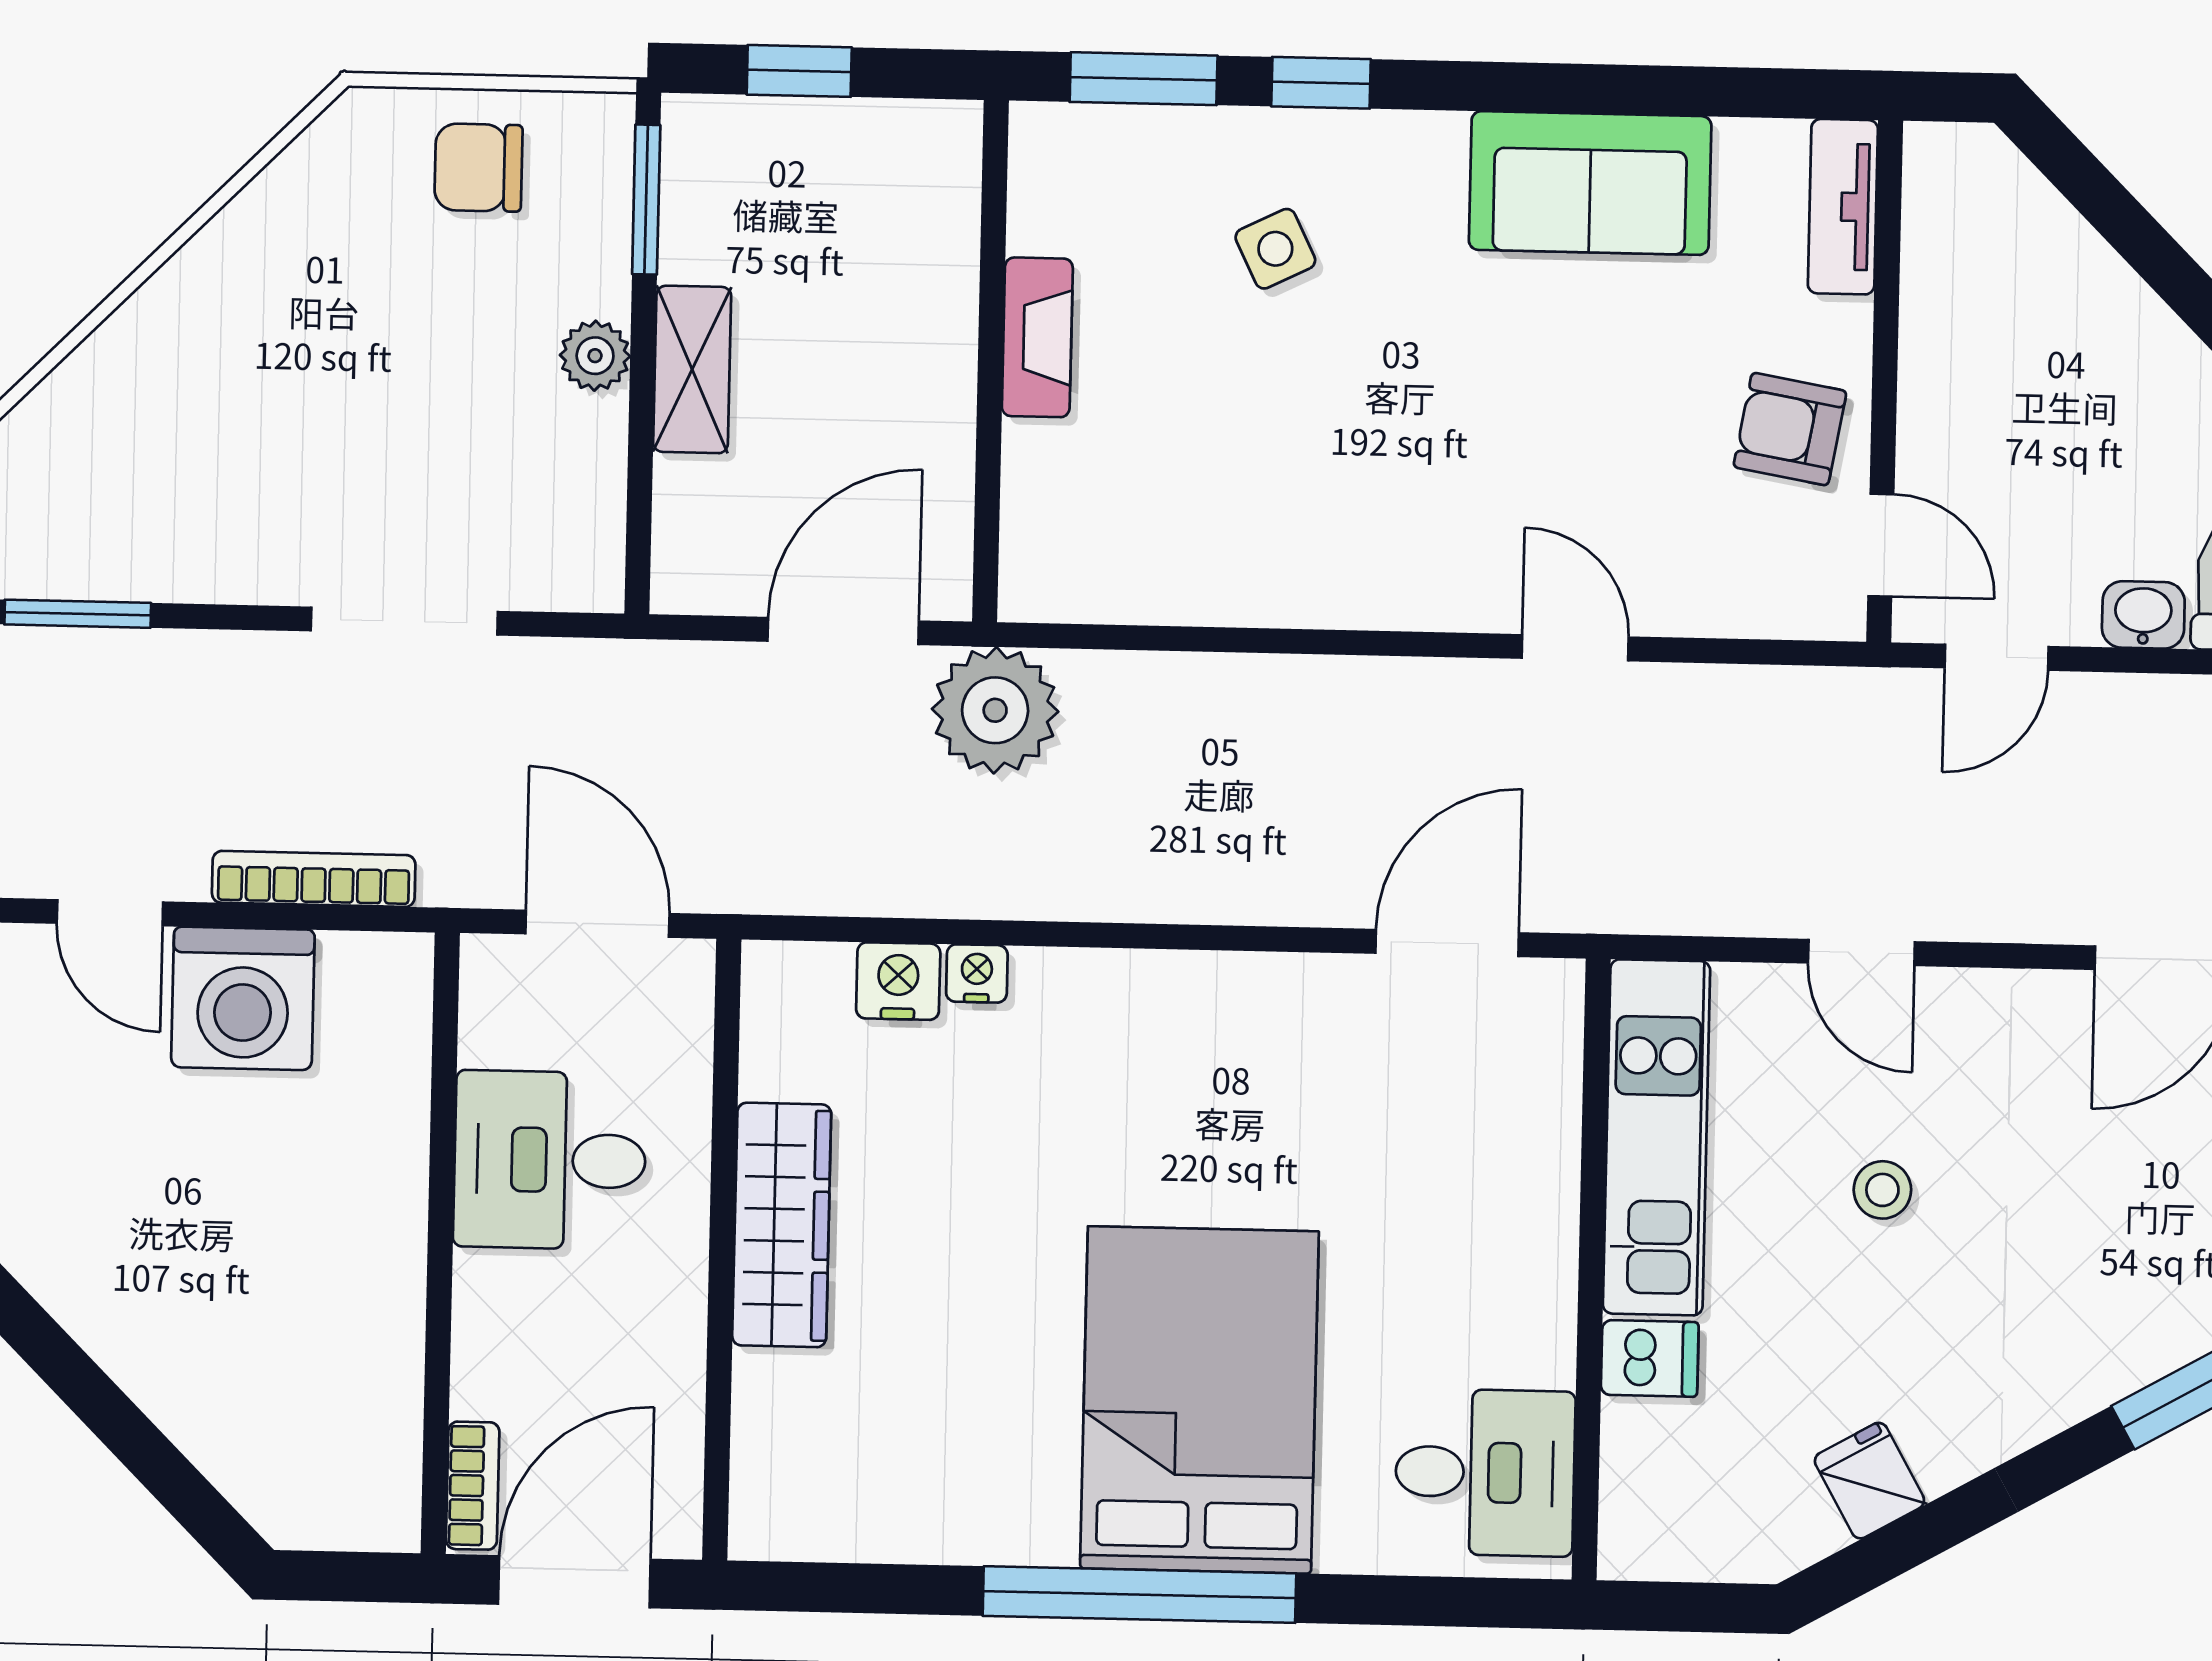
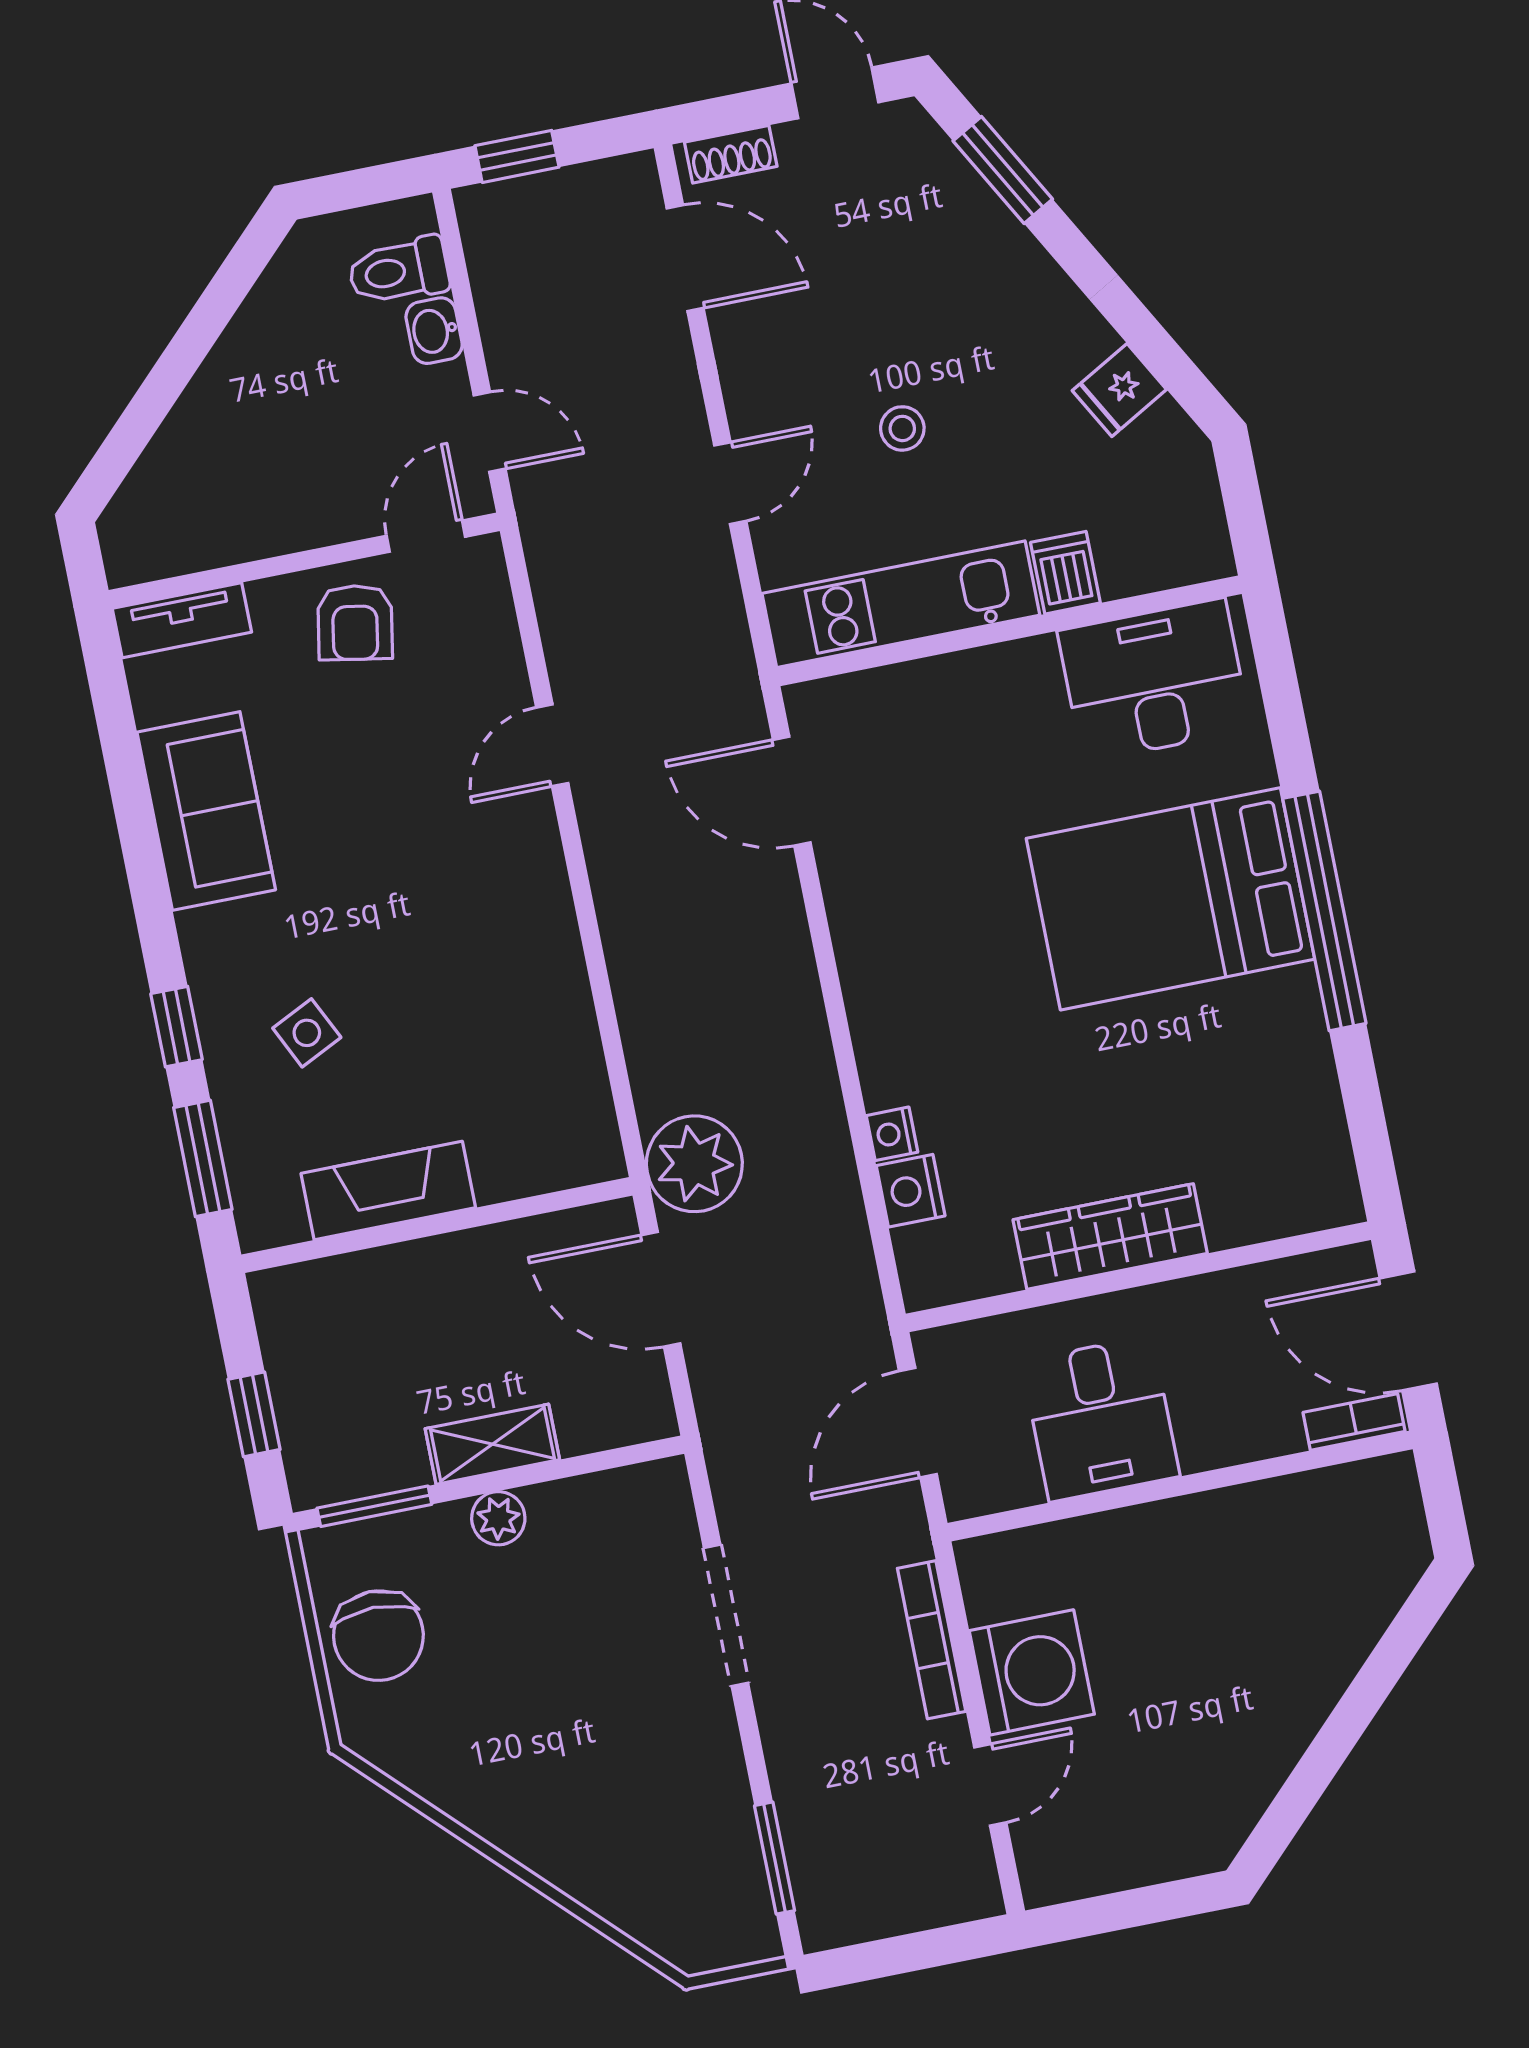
chair: (478, 168) -> (378, 1636), width x1.37, depth x1.37
fireplace: (1037, 337) -> (388, 1191), width x1.37, depth x1.32
desk: (1485, 1472) -> (1154, 680), width x1.37

